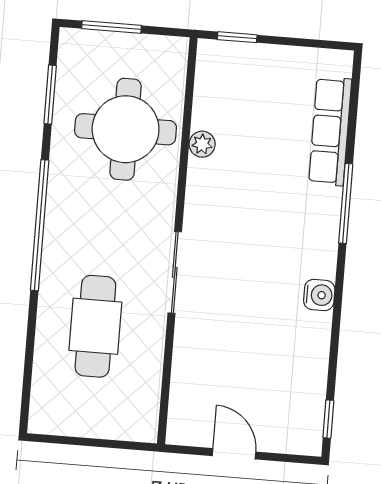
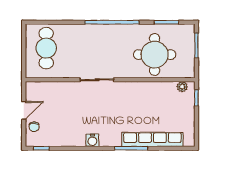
row of seats: (330, 131) -> (152, 139), width x1.36
plant: (202, 144) -> (182, 87), moved
cafe table: (95, 326) -> (46, 48), moved, turned 90
chair: (275, 432) -> (34, 127), added

